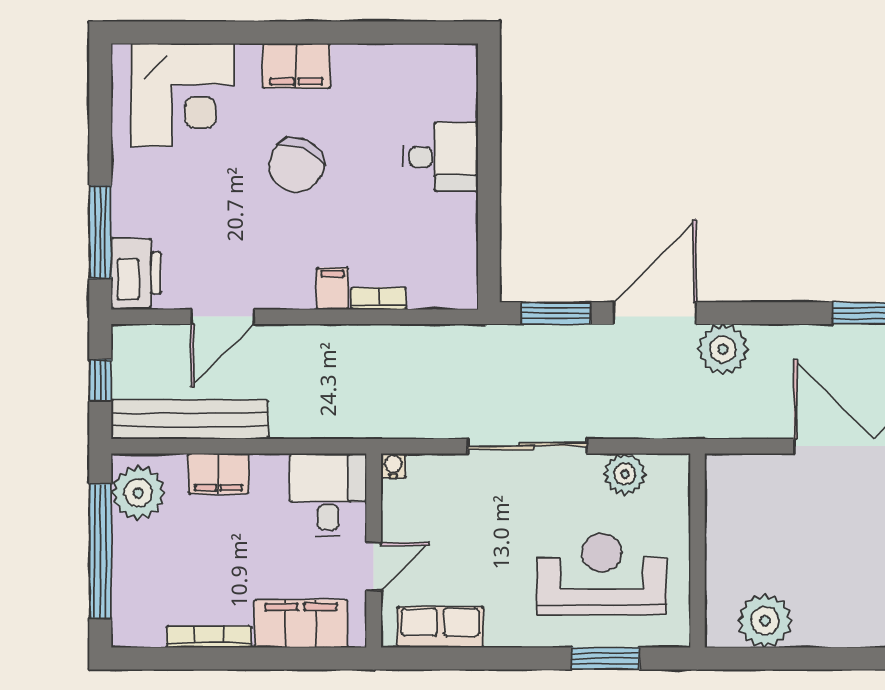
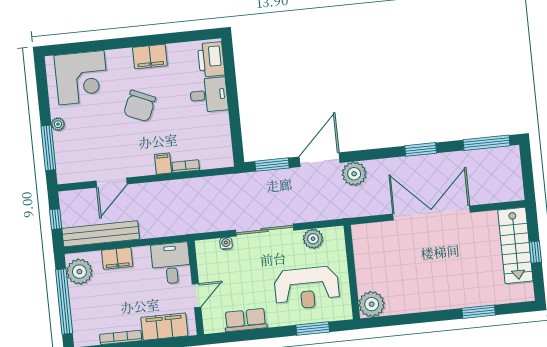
filing cabinet: (296, 66) -> (150, 57), moved
plant: (125, 186) -> (58, 124), added
printer: (136, 273) -> (211, 59), moved, turned 180
water cooler: (393, 466) -> (226, 243), moved
reception desk: (602, 574) -> (307, 288), turned 180
plant: (765, 621) -> (372, 304), moved
row of seats: (440, 627) -> (246, 320), moved

